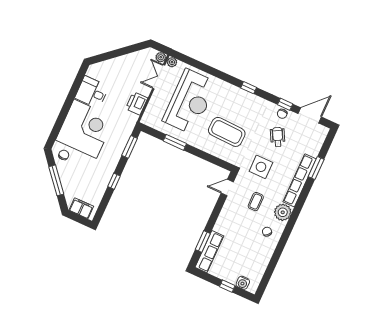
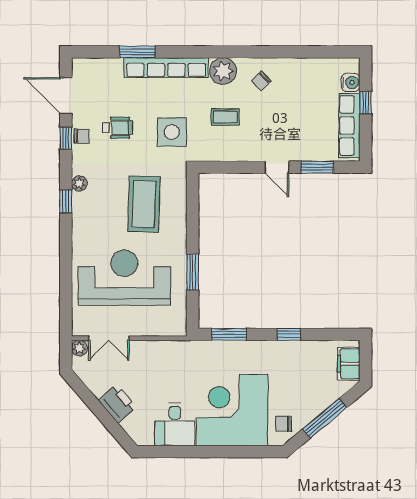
plant: (172, 62) -> (79, 184), moved
printer: (137, 103) -> (117, 404), moved, turned -131
wheelchair: (278, 137) -> (118, 128), turned -152
door: (227, 187) -> (277, 167), moved
row of seats: (209, 252) -> (349, 126), moved, turned -90

